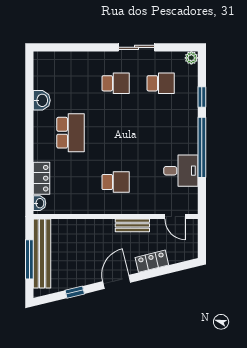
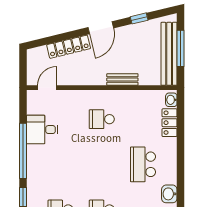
door: (175, 216) -> (47, 88), hinge flipped
bench: (132, 225) -> (122, 80), moved
locker: (152, 261) -> (69, 47), width x1.53

